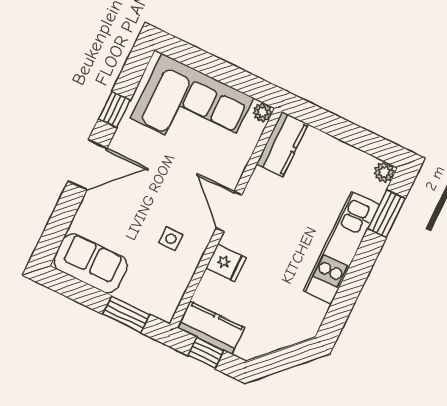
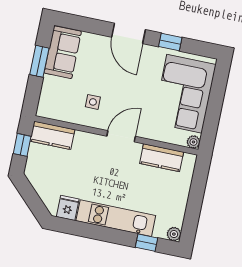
kitchen counter: (282, 144) -> (162, 158), moved
window: (387, 214) -> (147, 243), width x0.67
fridge: (226, 263) -> (68, 208), moved, turned 180
window: (126, 314) -> (39, 61), moved
kitchen counter: (211, 328) -> (52, 135), moved, turned 90

